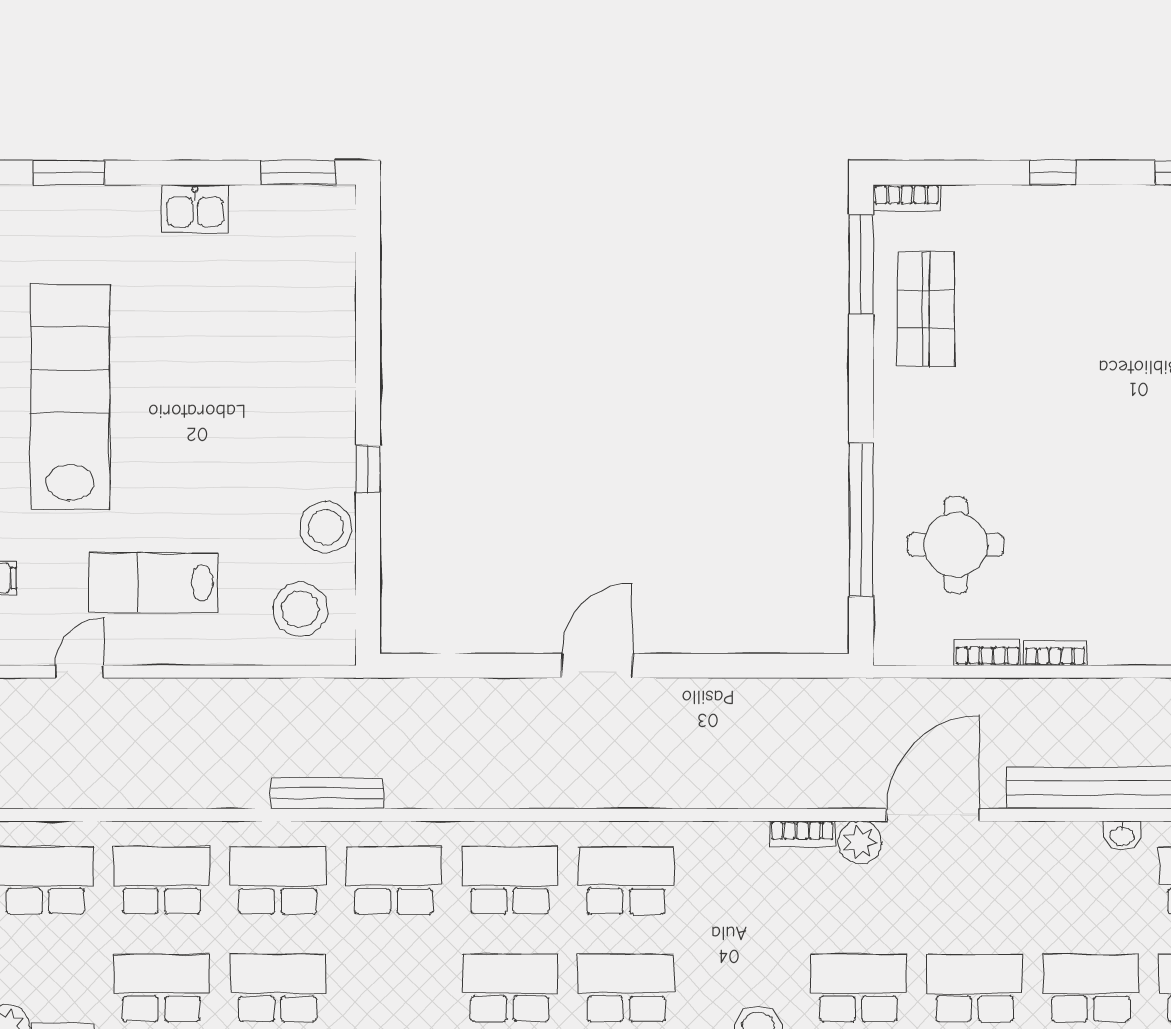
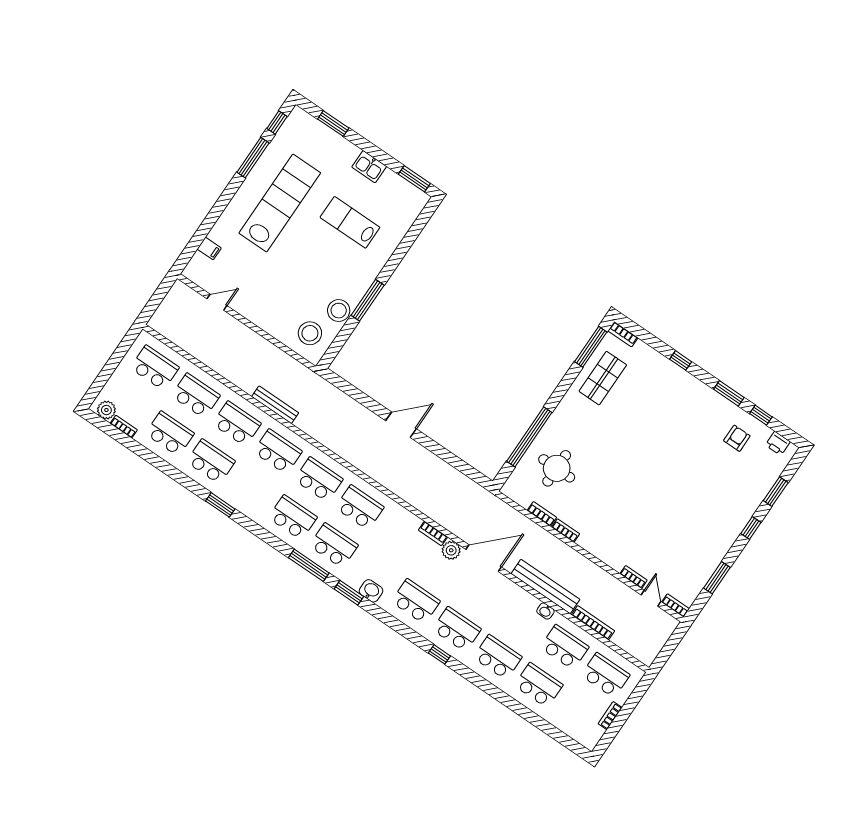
window: (368, 469) -> (368, 300), width x2.17
lab bench: (153, 583) -> (350, 222), moved

